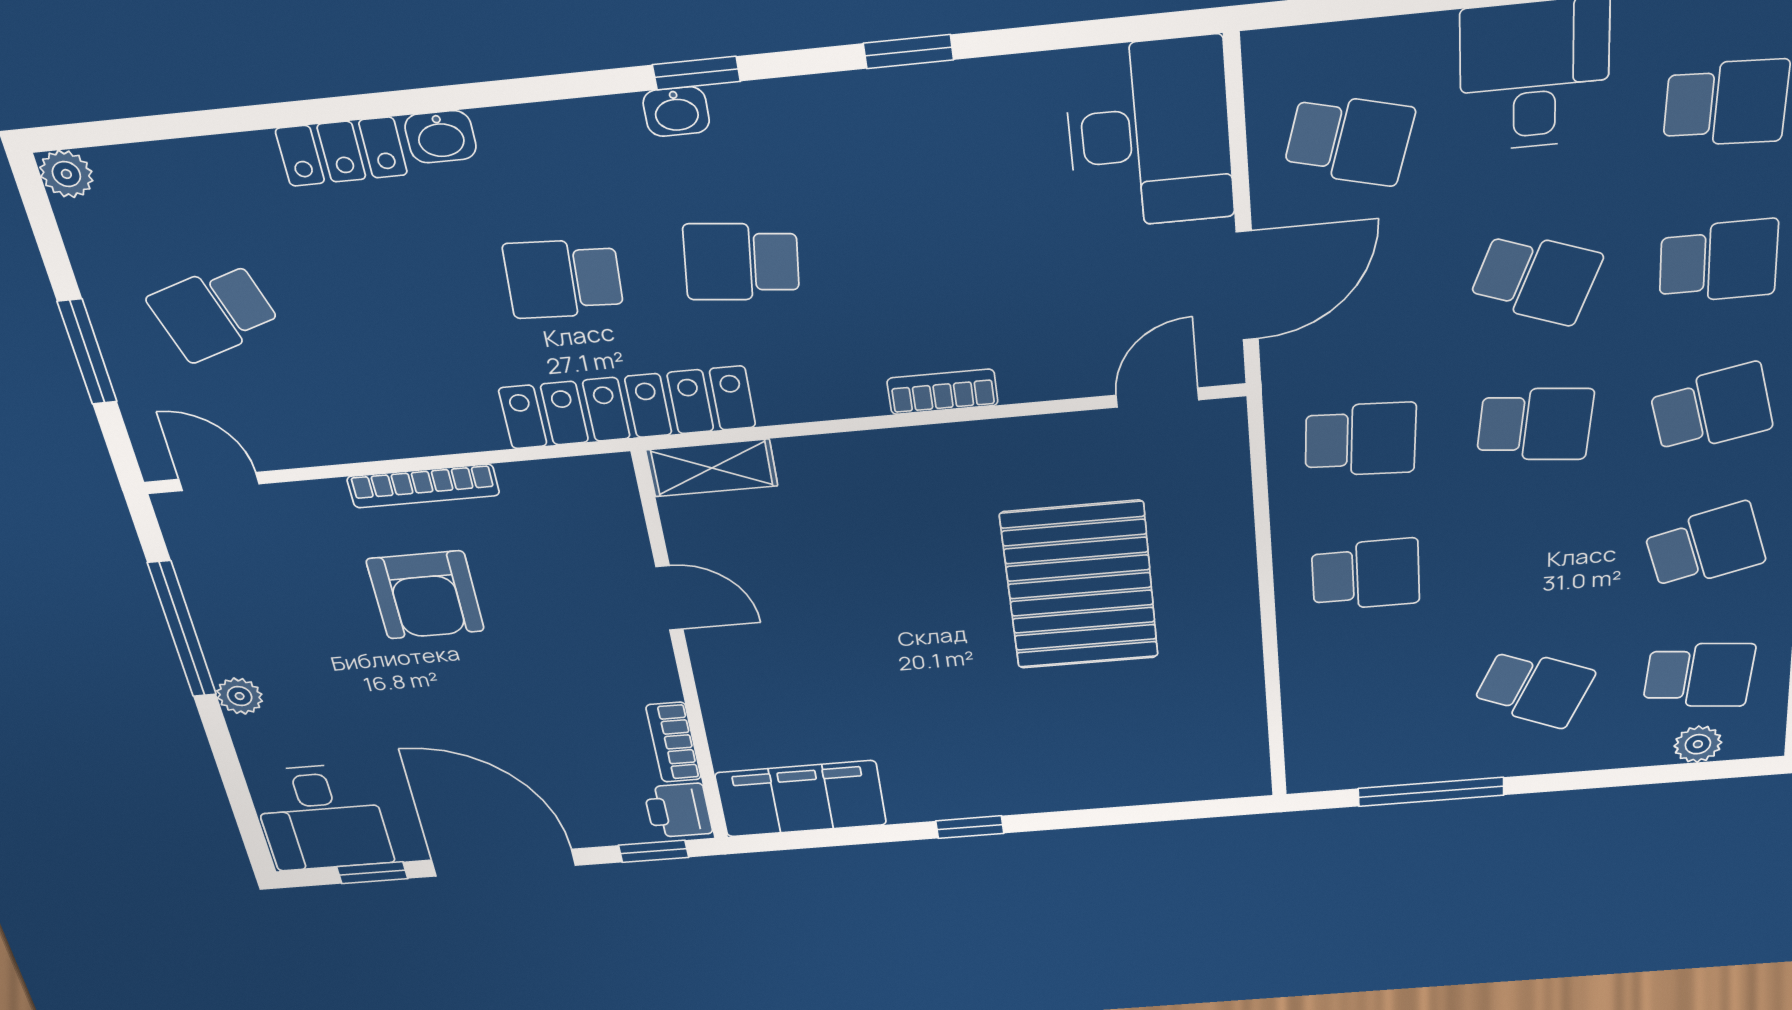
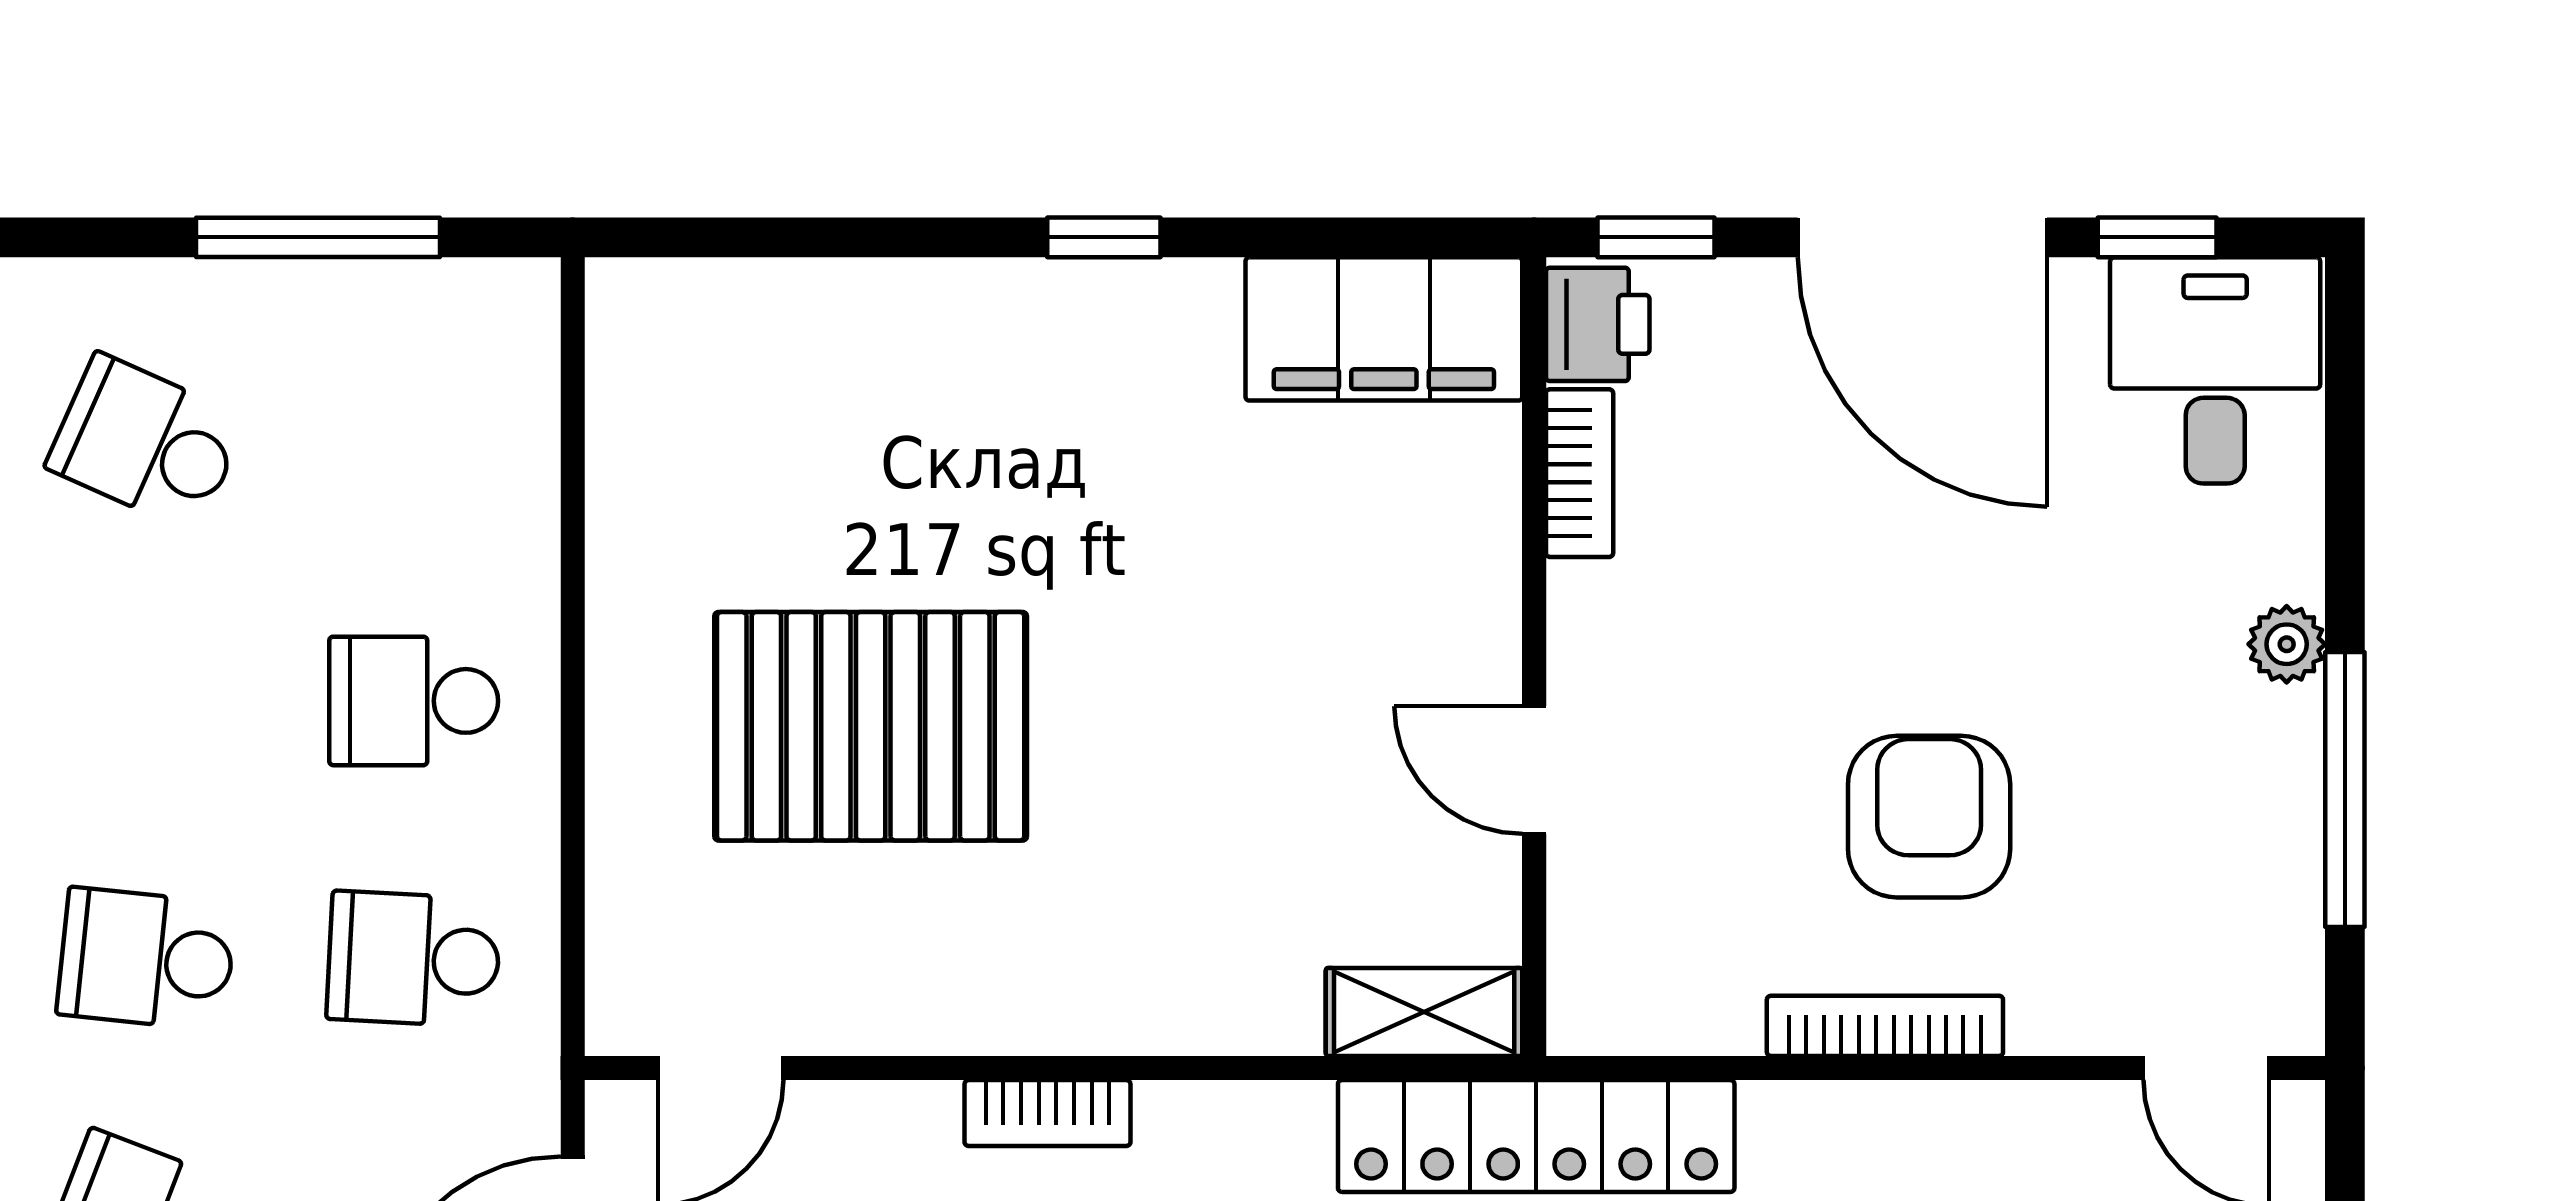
pallet: (1080, 586) -> (871, 726), turned 90

